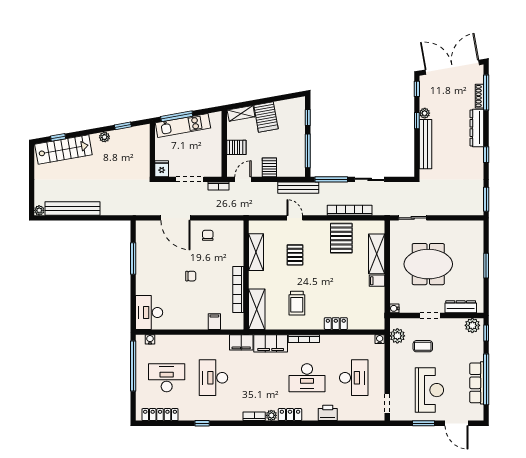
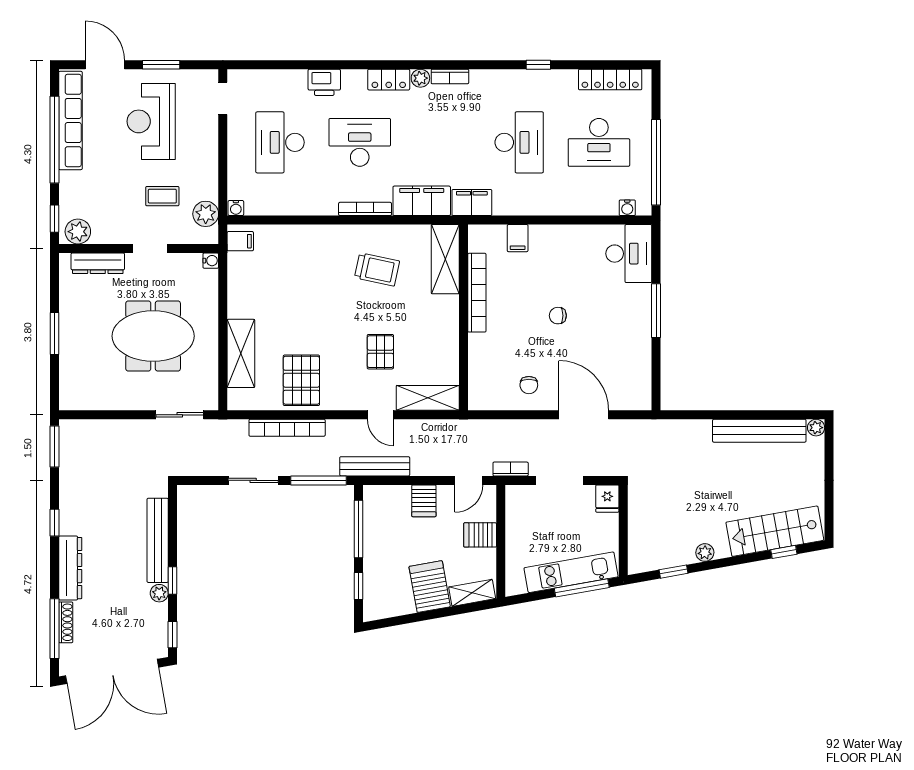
shelving: (256, 252) -> (428, 398), moved, turned 90
window: (133, 259) -> (656, 311), moved
filing cabinet: (377, 281) -> (240, 241), moved
trolley: (297, 303) -> (377, 269), turned 102
locker: (336, 324) -> (311, 235), removed
row of seats: (477, 383) -> (70, 120), width x1.36

